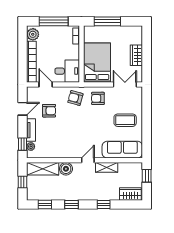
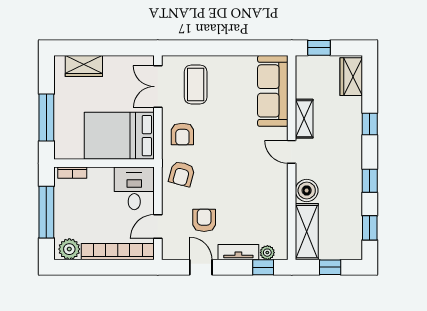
wardrobe: (136, 55) -> (84, 66), moved
coffee table: (125, 120) -> (196, 84), moved

